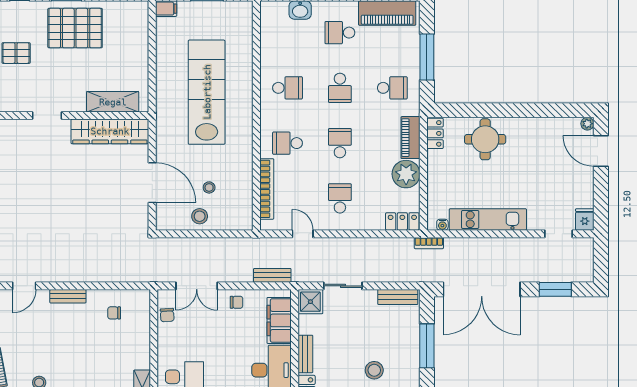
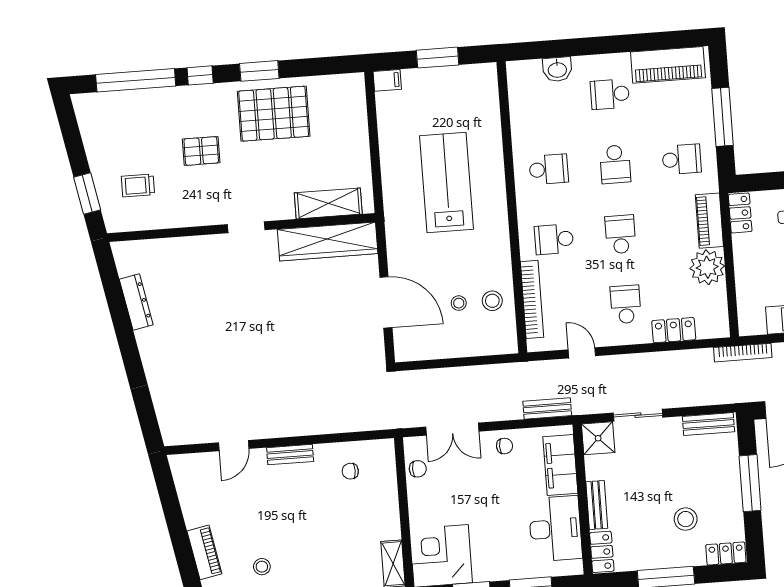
lab bench: (207, 92) -> (447, 182), width x0.73
stool: (200, 216) -> (492, 301), moved
locker: (402, 221) -> (674, 330), moved
water cooler: (442, 225) -> (758, 328), removed
bookcase: (429, 243) -> (743, 353), width x1.56
chair: (167, 315) -> (418, 469), turned -87

